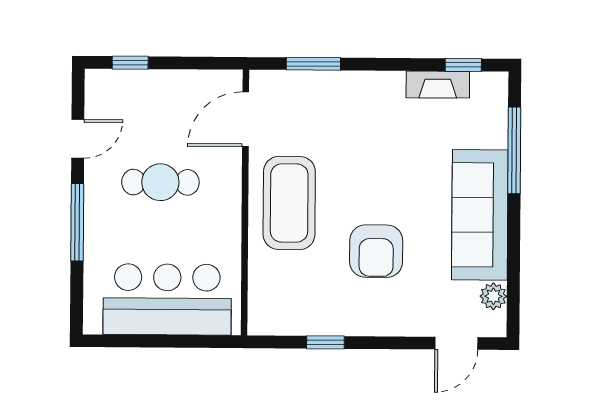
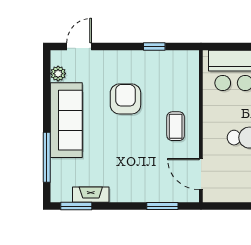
window: (463, 65) -> (76, 206), width x1.50
door: (246, 119) -> (201, 174), swing flipped
coffee table: (289, 203) -> (176, 126), width x0.54, depth x0.58

